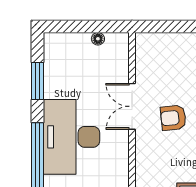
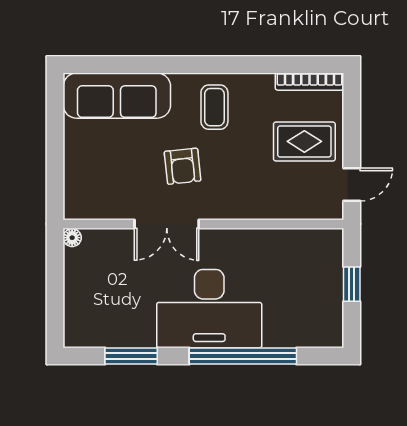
floor lamp: (98, 39) -> (72, 238), moved

